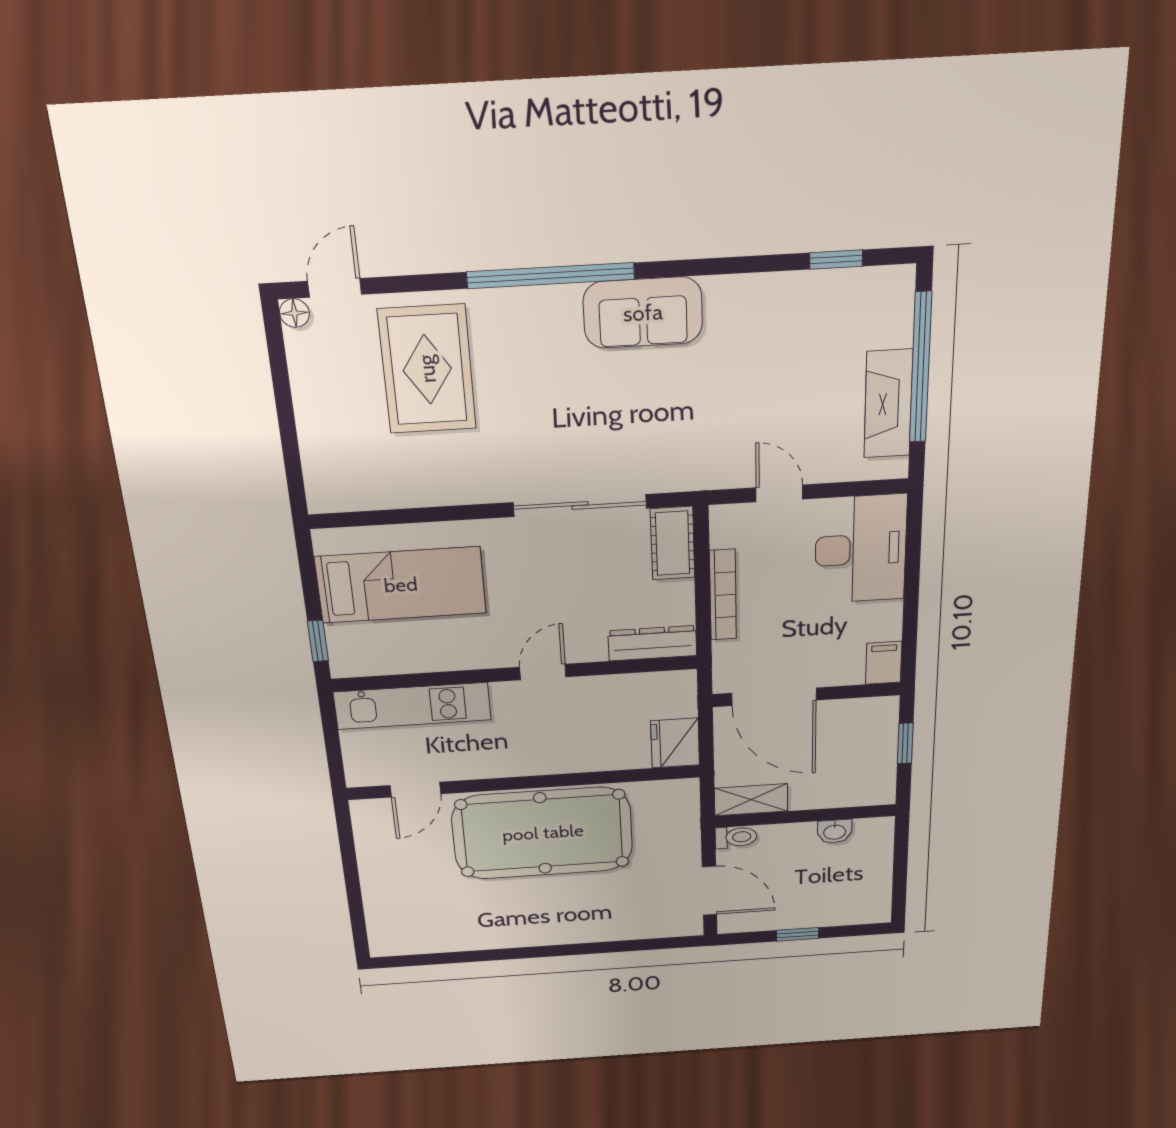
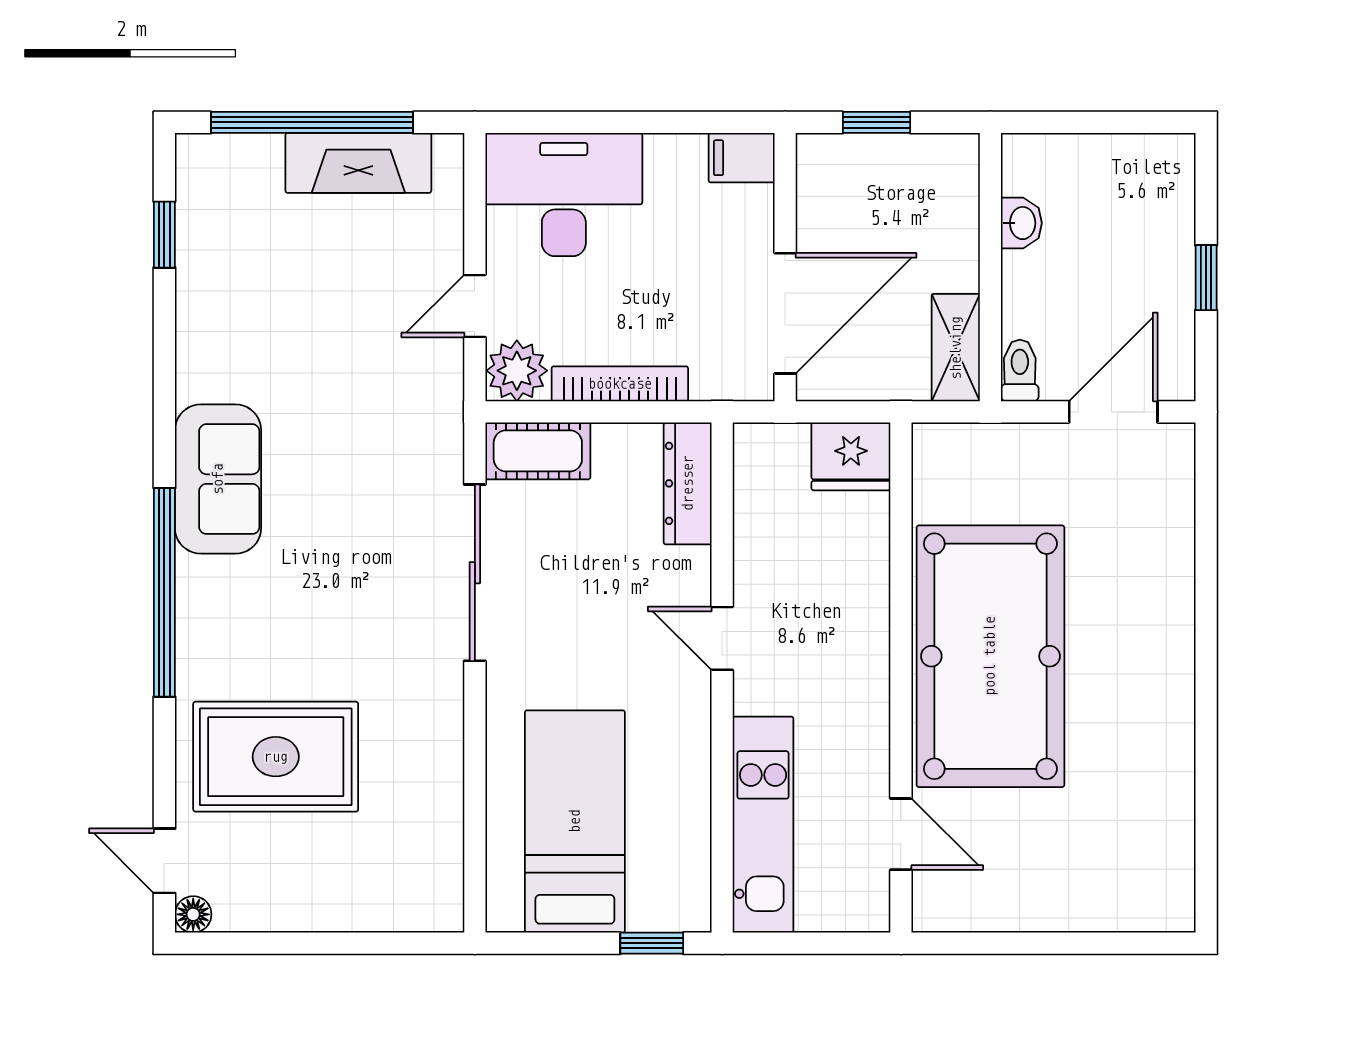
plant: (731, 525) -> (517, 371), added

